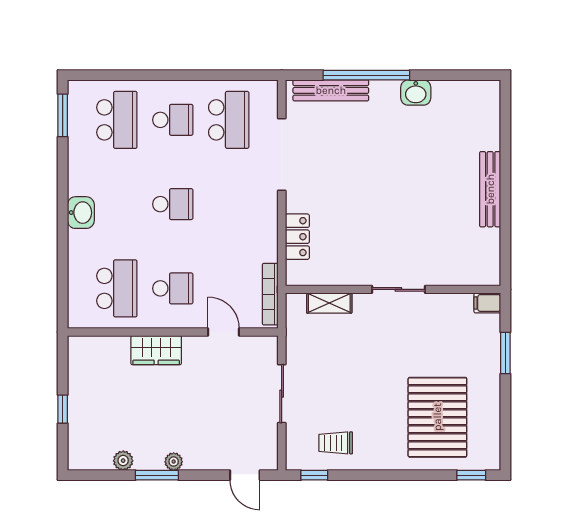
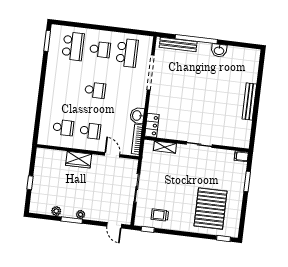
washbasin: (81, 213) -> (137, 116), moved, turned 180
locker: (297, 237) -> (152, 125), moved
school desk: (117, 288) -> (63, 128), width x0.54

